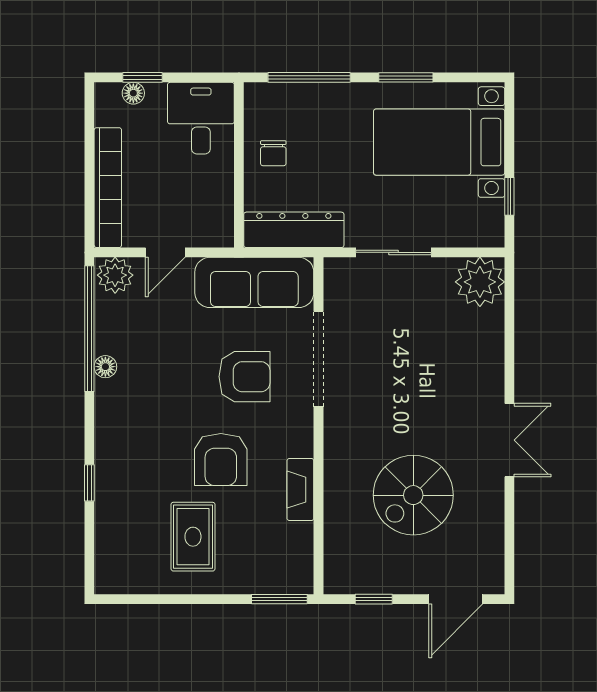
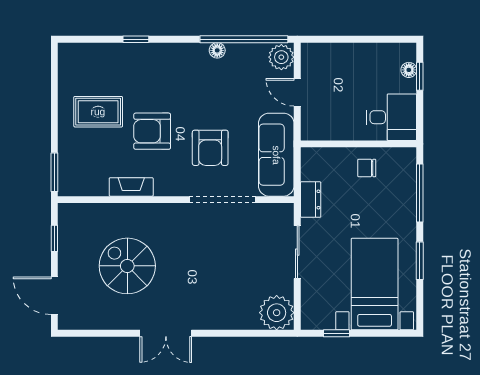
bookcase: (108, 188) -> (343, 52), removed
dresser: (294, 230) -> (311, 200), width x0.51, depth x0.80

